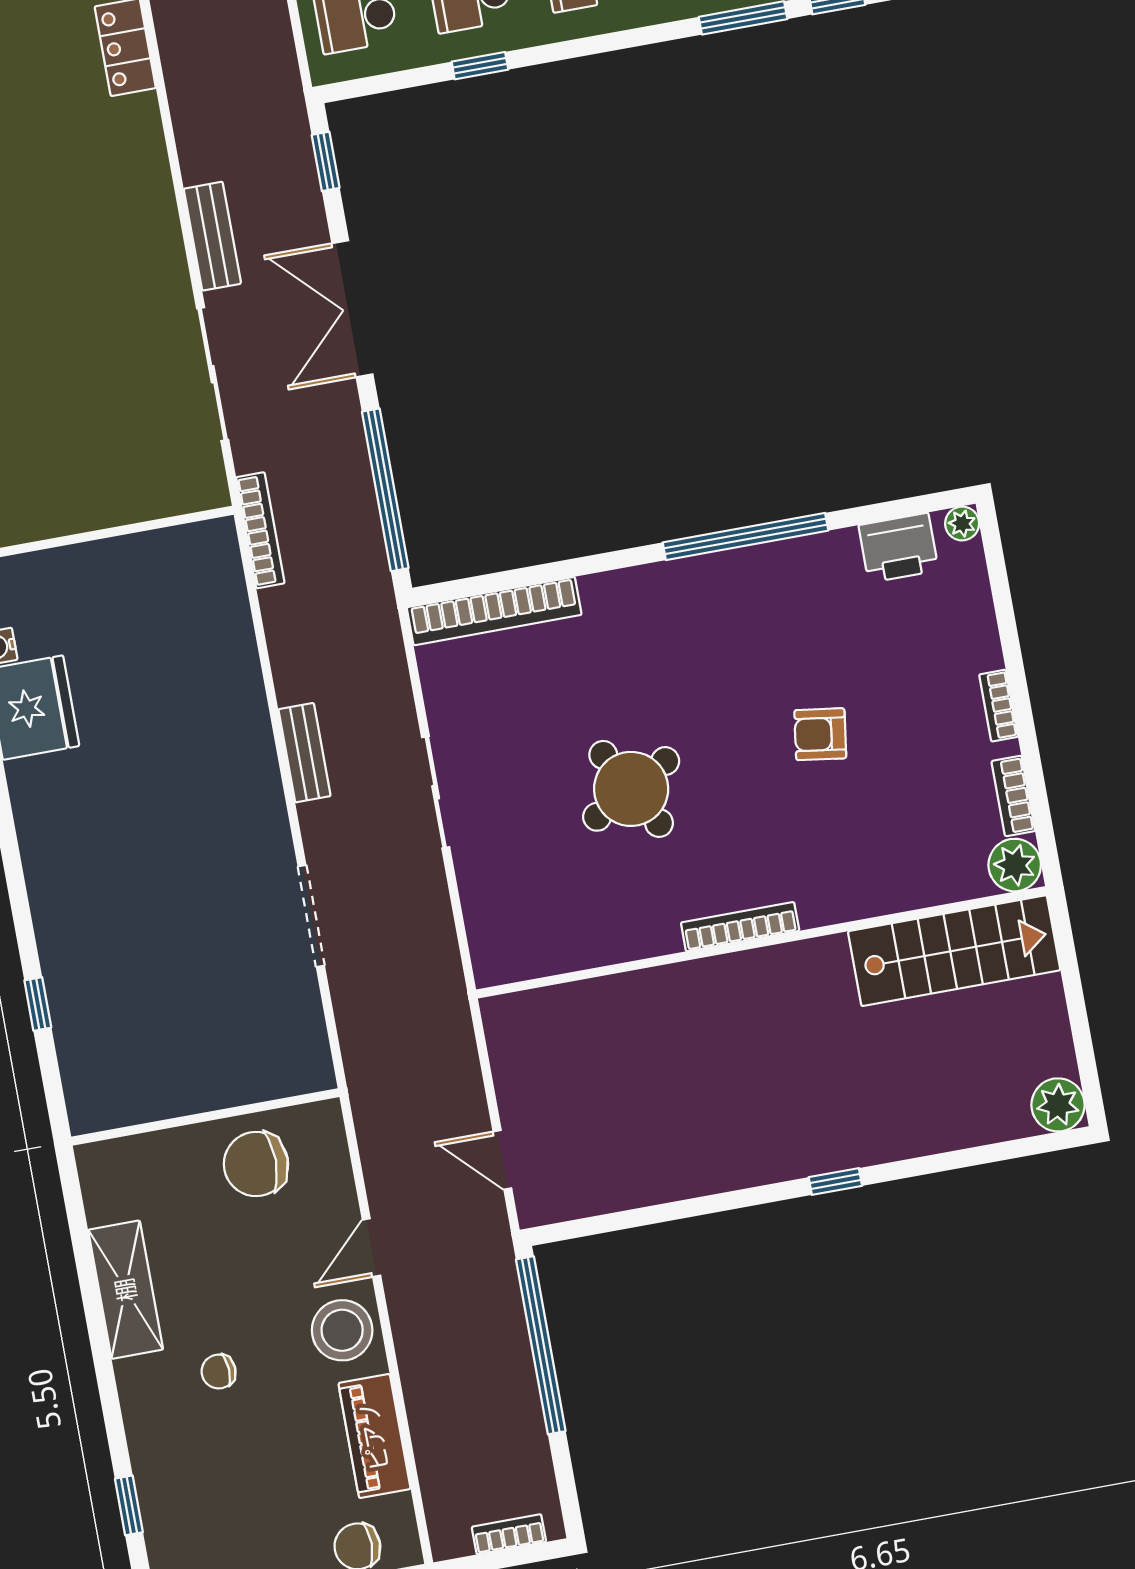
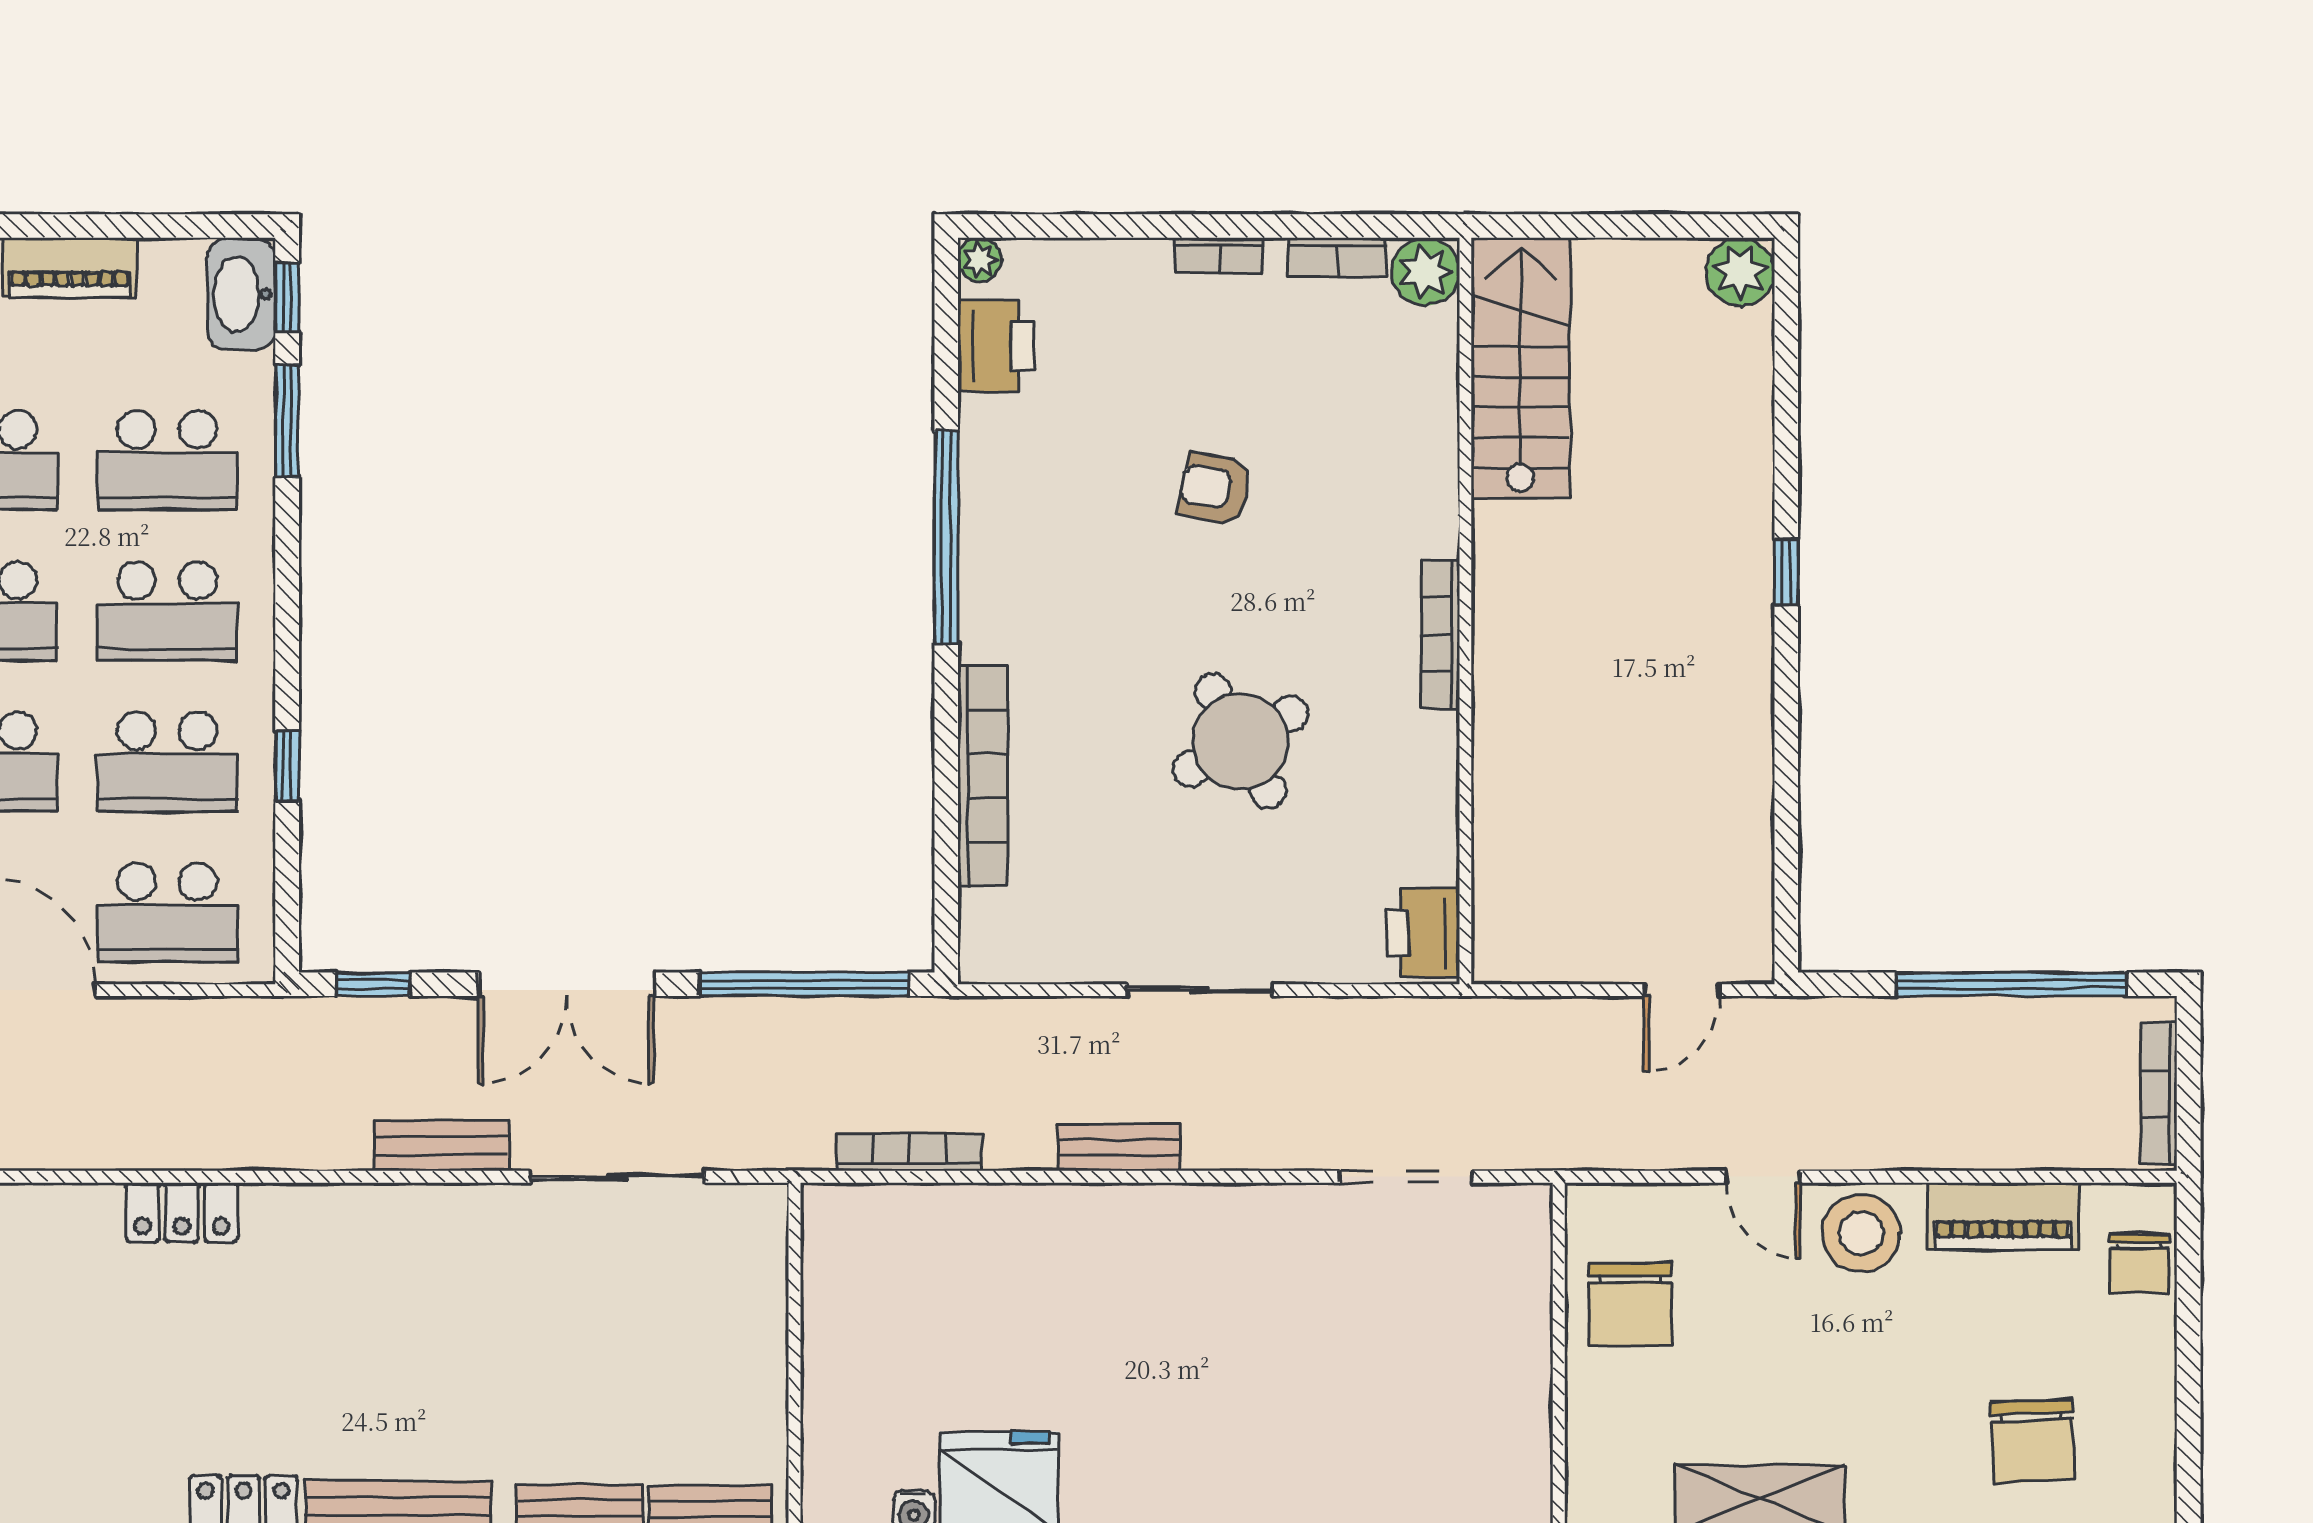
bookcase: (260, 530) -> (909, 1152), moved
bookcase: (494, 611) -> (983, 776), moved
armchair: (820, 734) -> (1215, 488), turned 93
doorway: (311, 916) -> (1406, 1177), moved
printer: (510, 955) -> (1423, 933), added
window: (541, 1345) -> (2011, 984), moved
chair: (219, 1372) -> (2033, 1441), moved, width x1.87, depth x1.87
bookcase: (509, 1534) -> (2159, 1094), width x1.56

